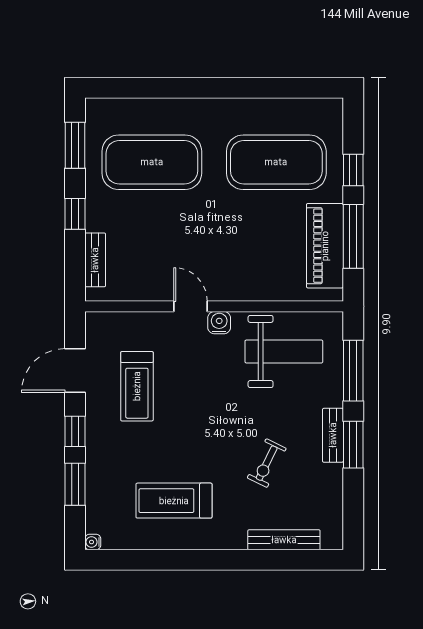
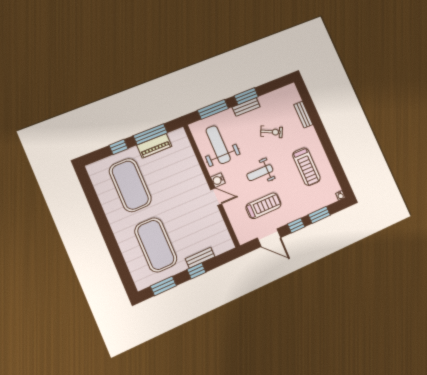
piano: (325, 246) -> (154, 146), width x0.73, depth x0.75
bench: (95, 260) -> (200, 258), moved
door: (191, 306) -> (216, 197), swing flipped
weight bench: (200, 407) -> (260, 173), added
bench: (284, 540) -> (303, 115), width x0.73

